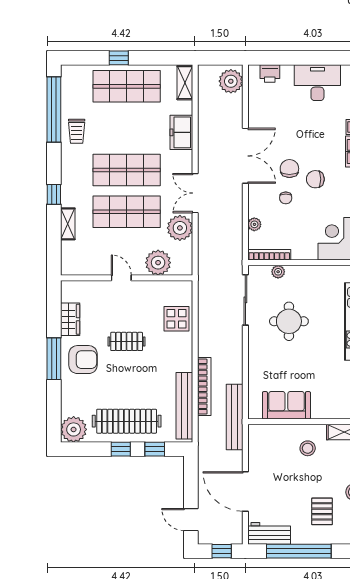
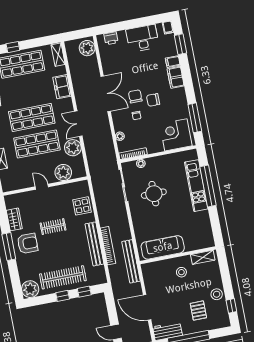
sofa: (286, 405) -> (163, 247), width x1.36
bench: (184, 406) -> (95, 244), moved

